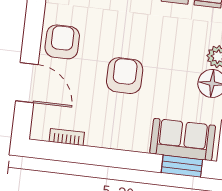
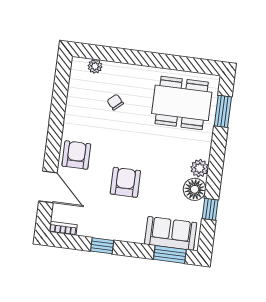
bookcase: (67, 137) -> (63, 228), moved
window: (96, 156) -> (102, 246), added

